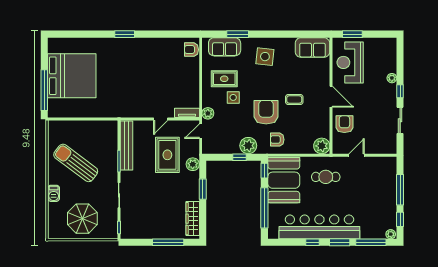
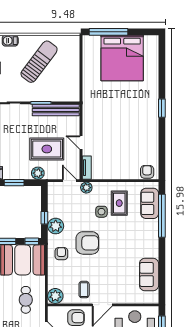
window: (238, 34) -> (162, 216), width x2.11
sofa: (312, 47) -> (149, 275), moved
side table: (265, 57) -> (140, 242), removed
coffee table: (294, 100) -> (84, 290), moved

